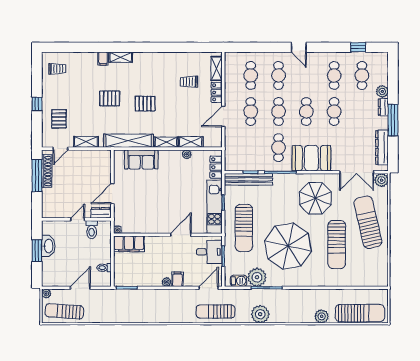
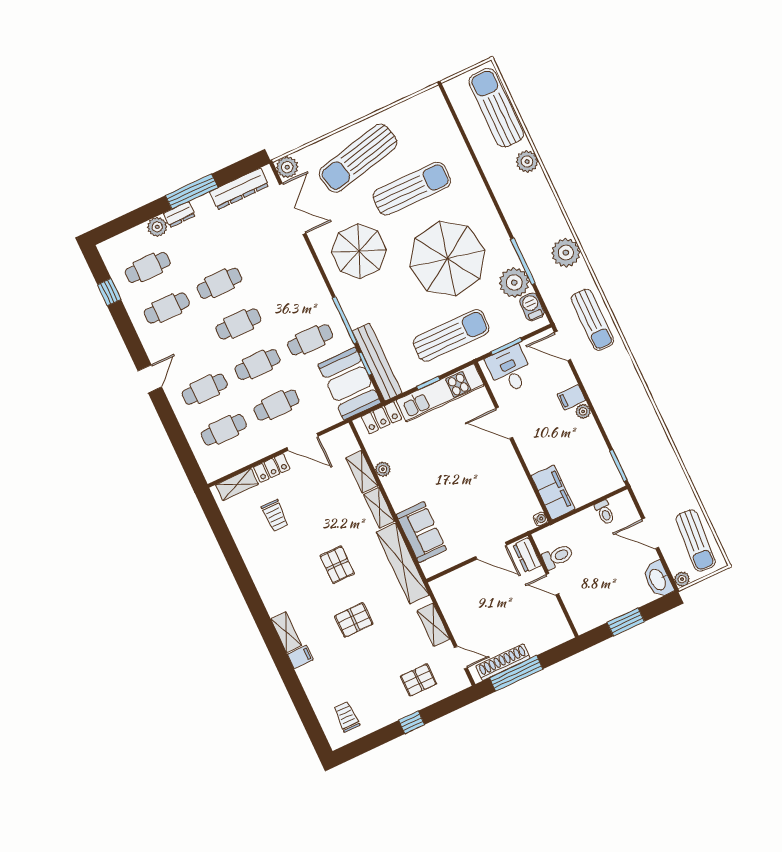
pallet: (110, 98) -> (354, 620), turned 90
booth: (311, 158) -> (349, 384), moved
washbasin: (48, 246) -> (658, 579), moved, turned -90

